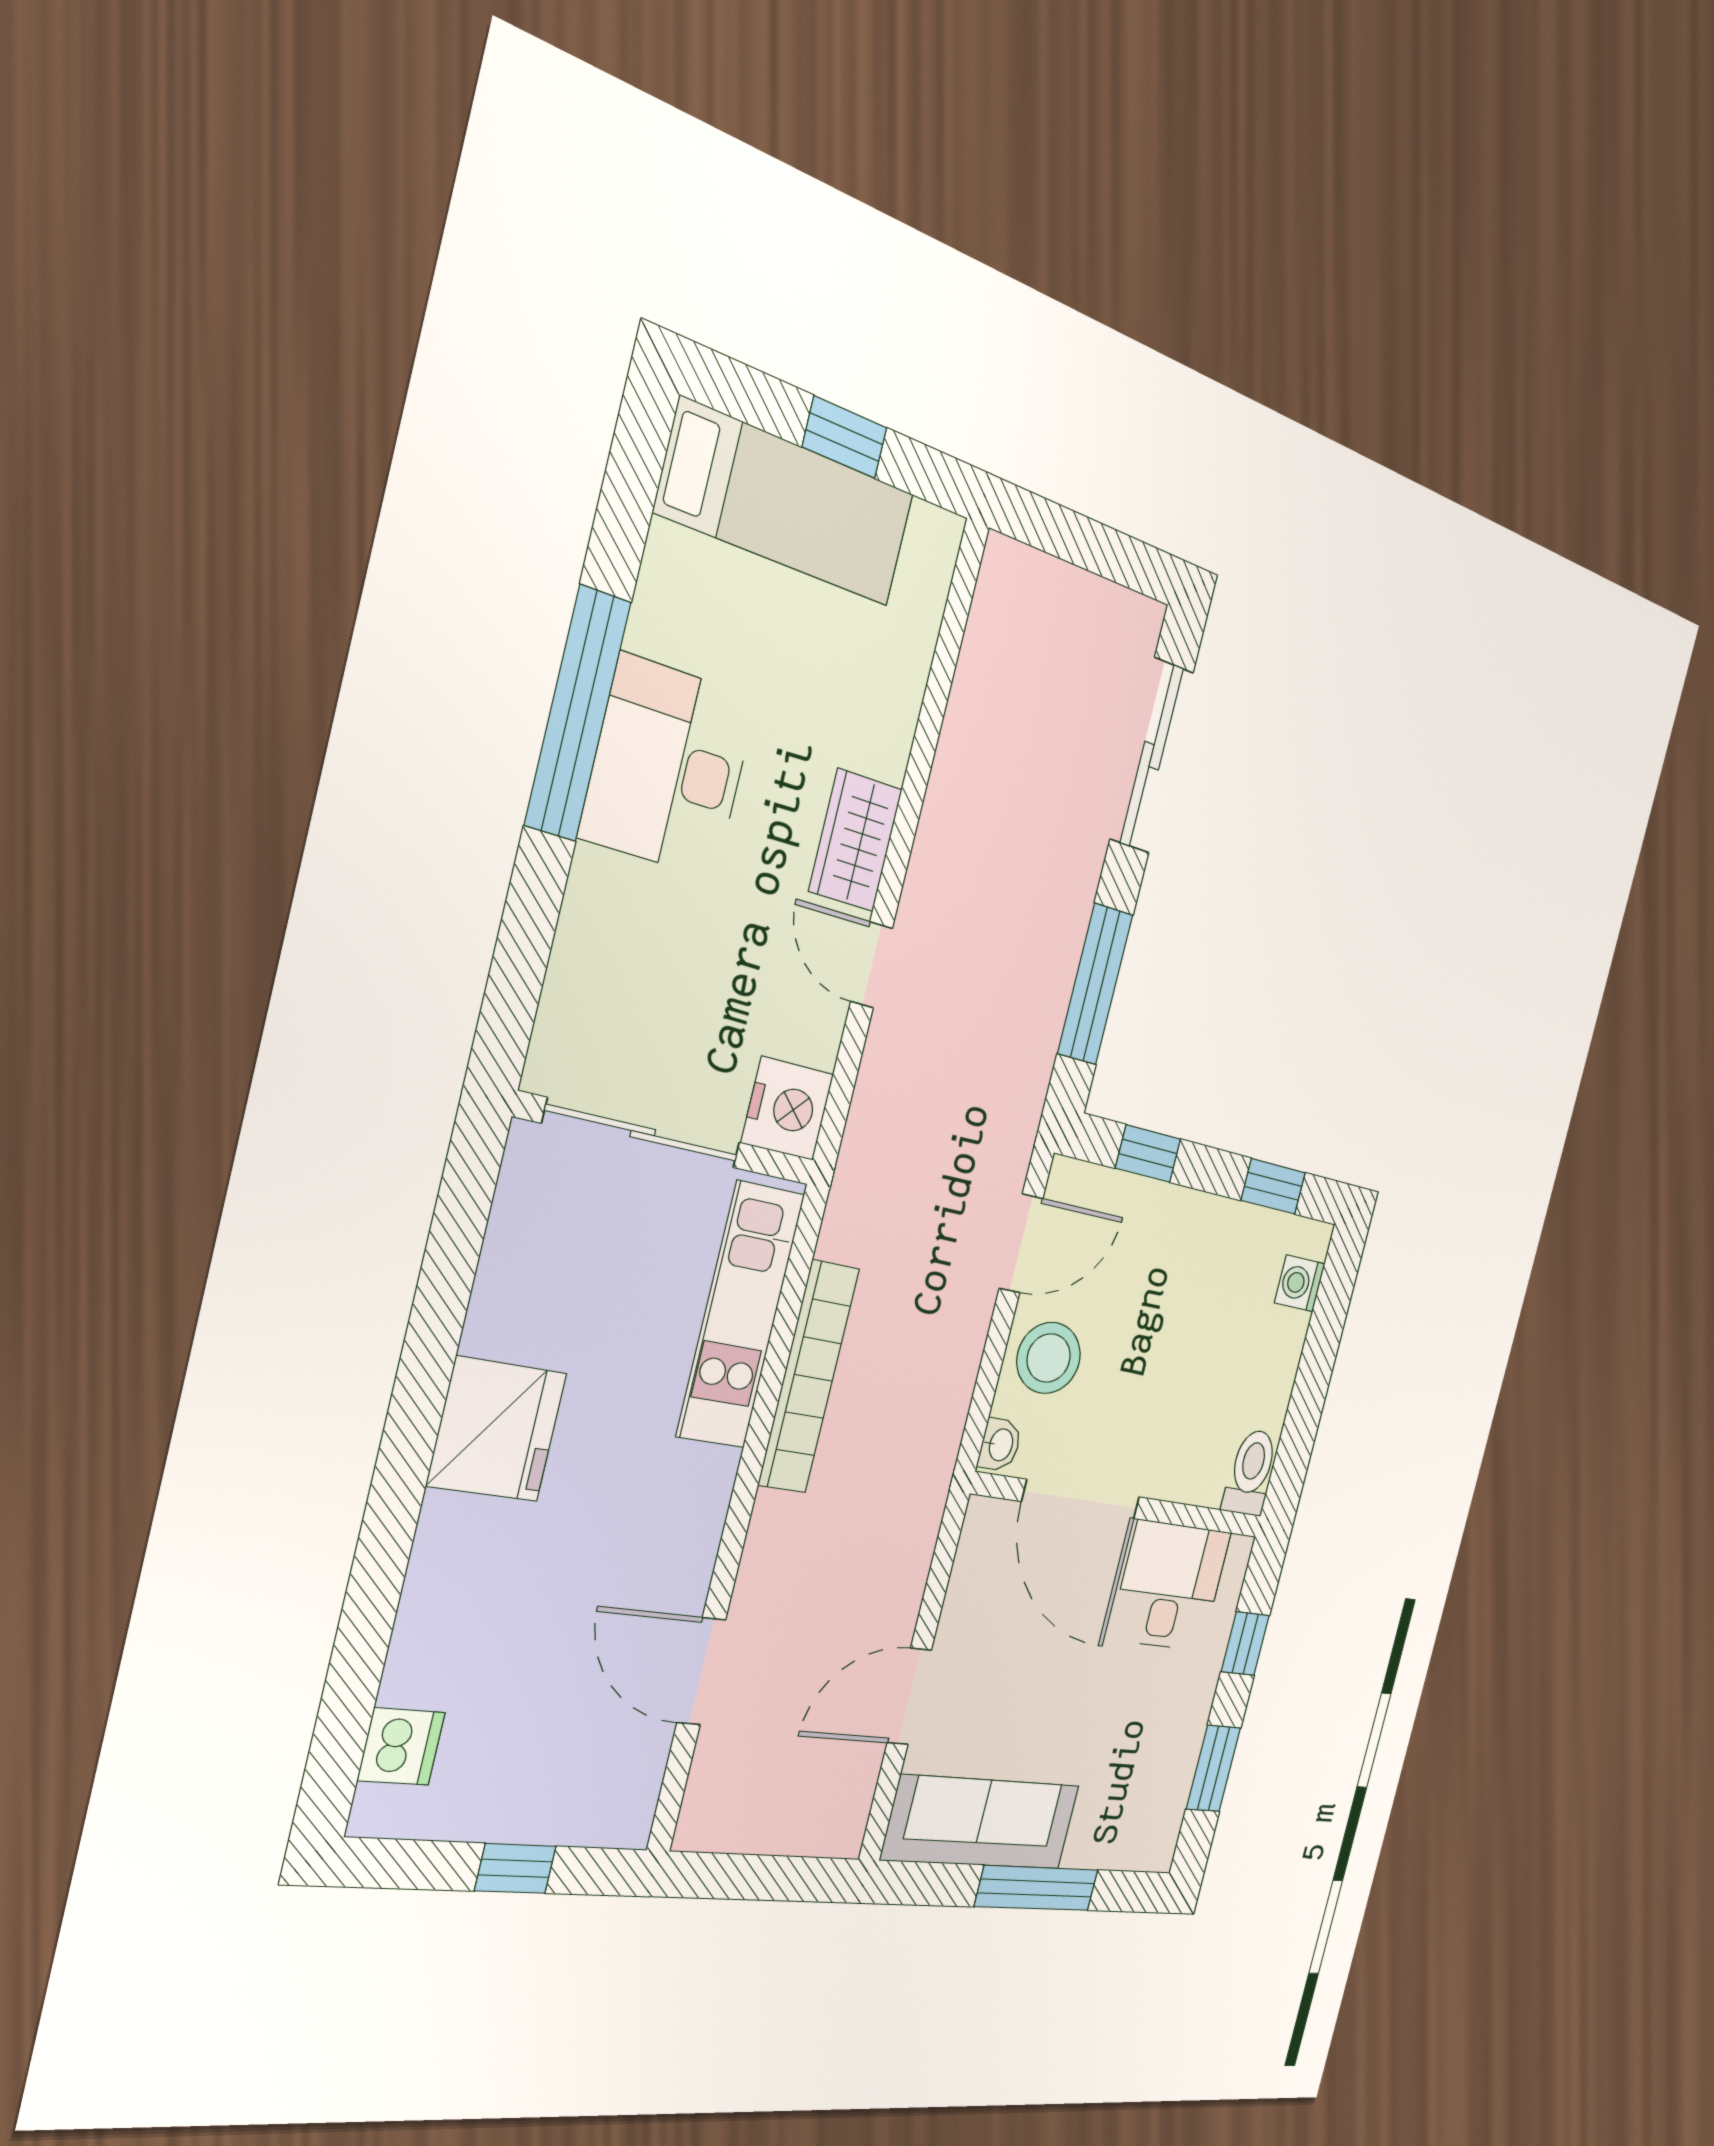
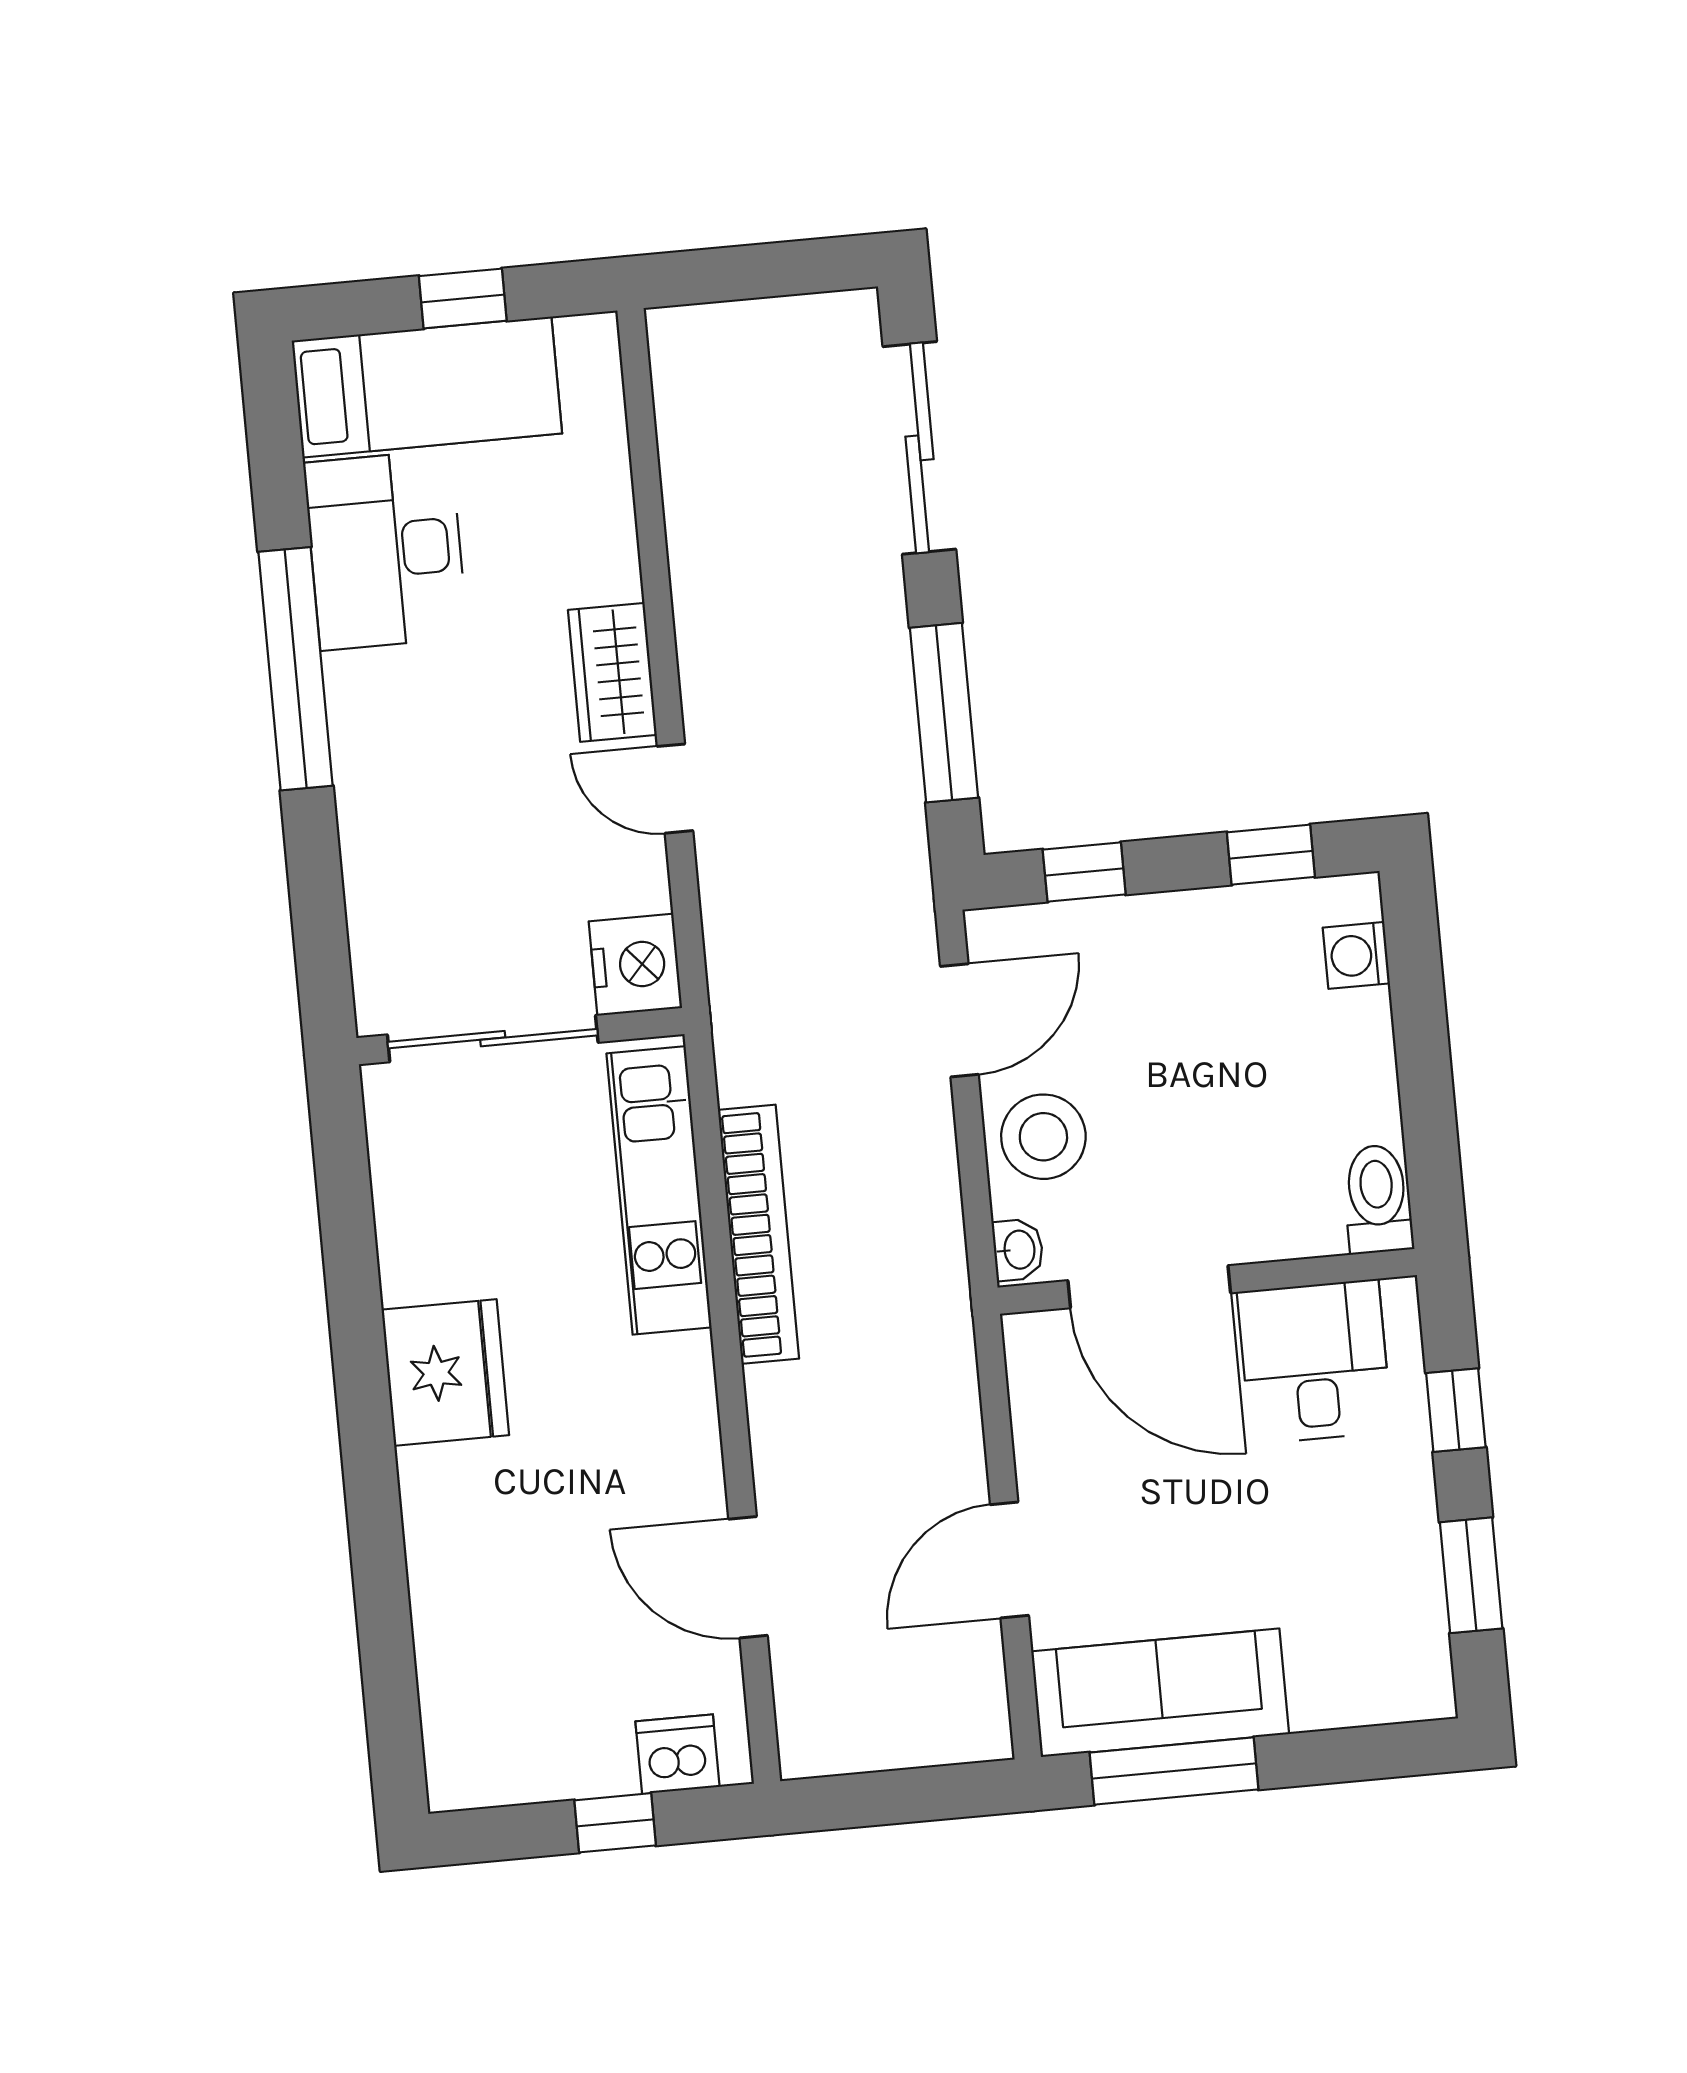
desk: (668, 767) -> (386, 550), moved
dishwasher: (401, 1746) -> (677, 1754), moved, turned -90
window: (1037, 1888) -> (1174, 1771), moved

